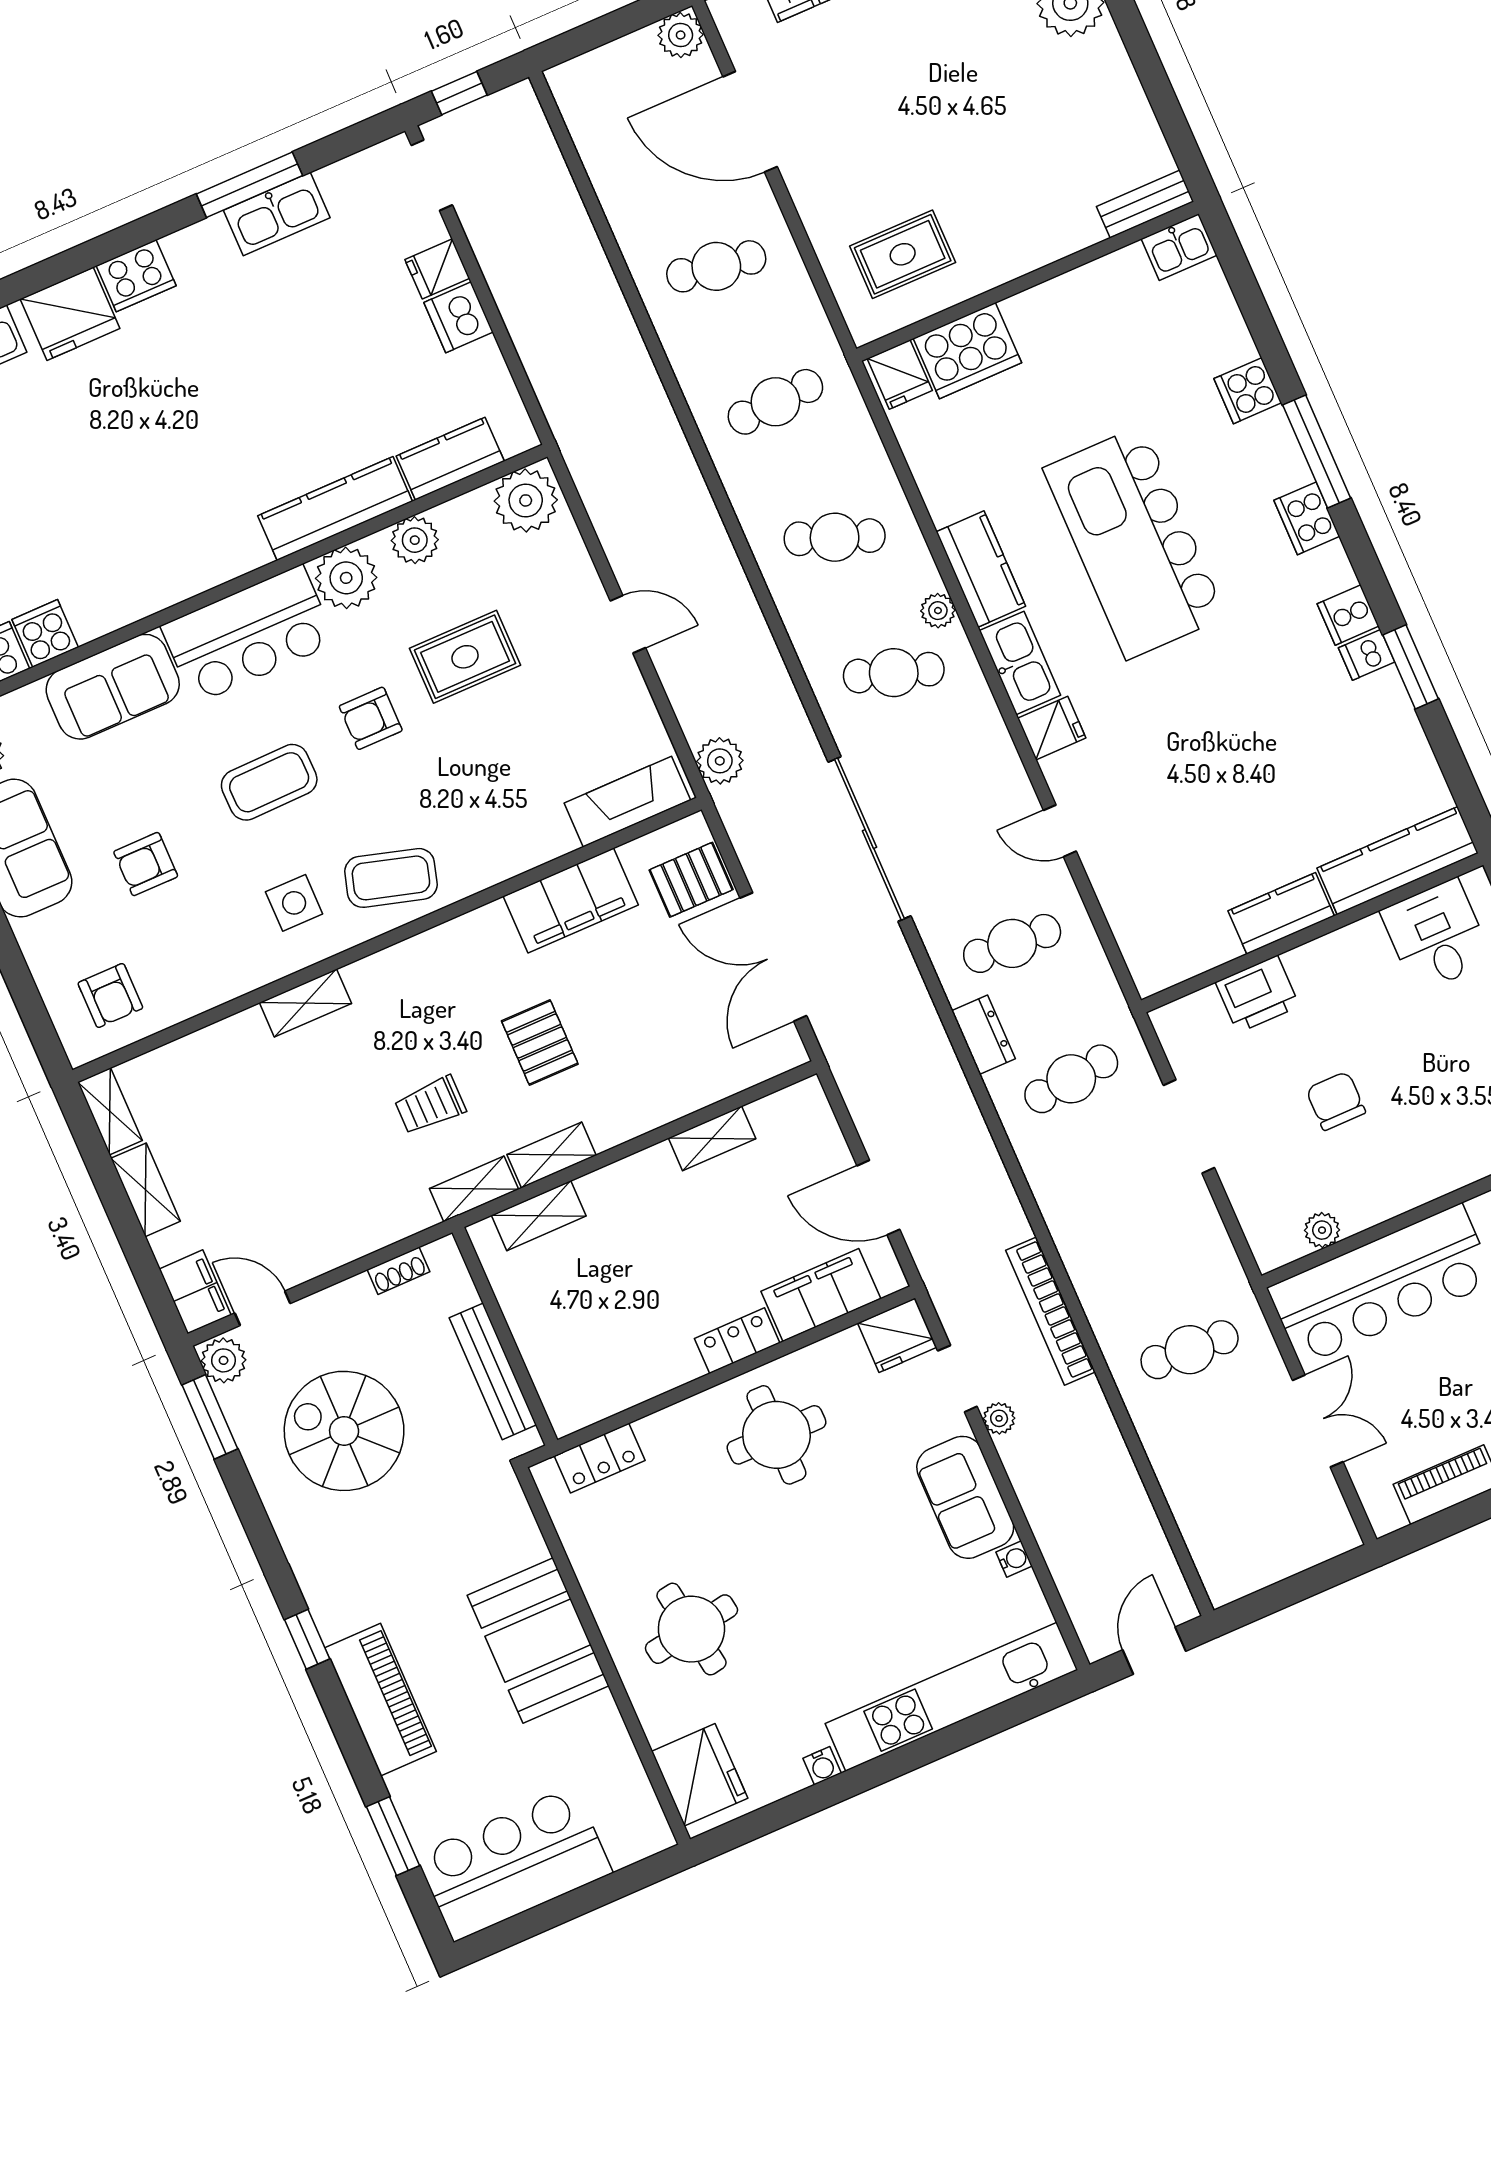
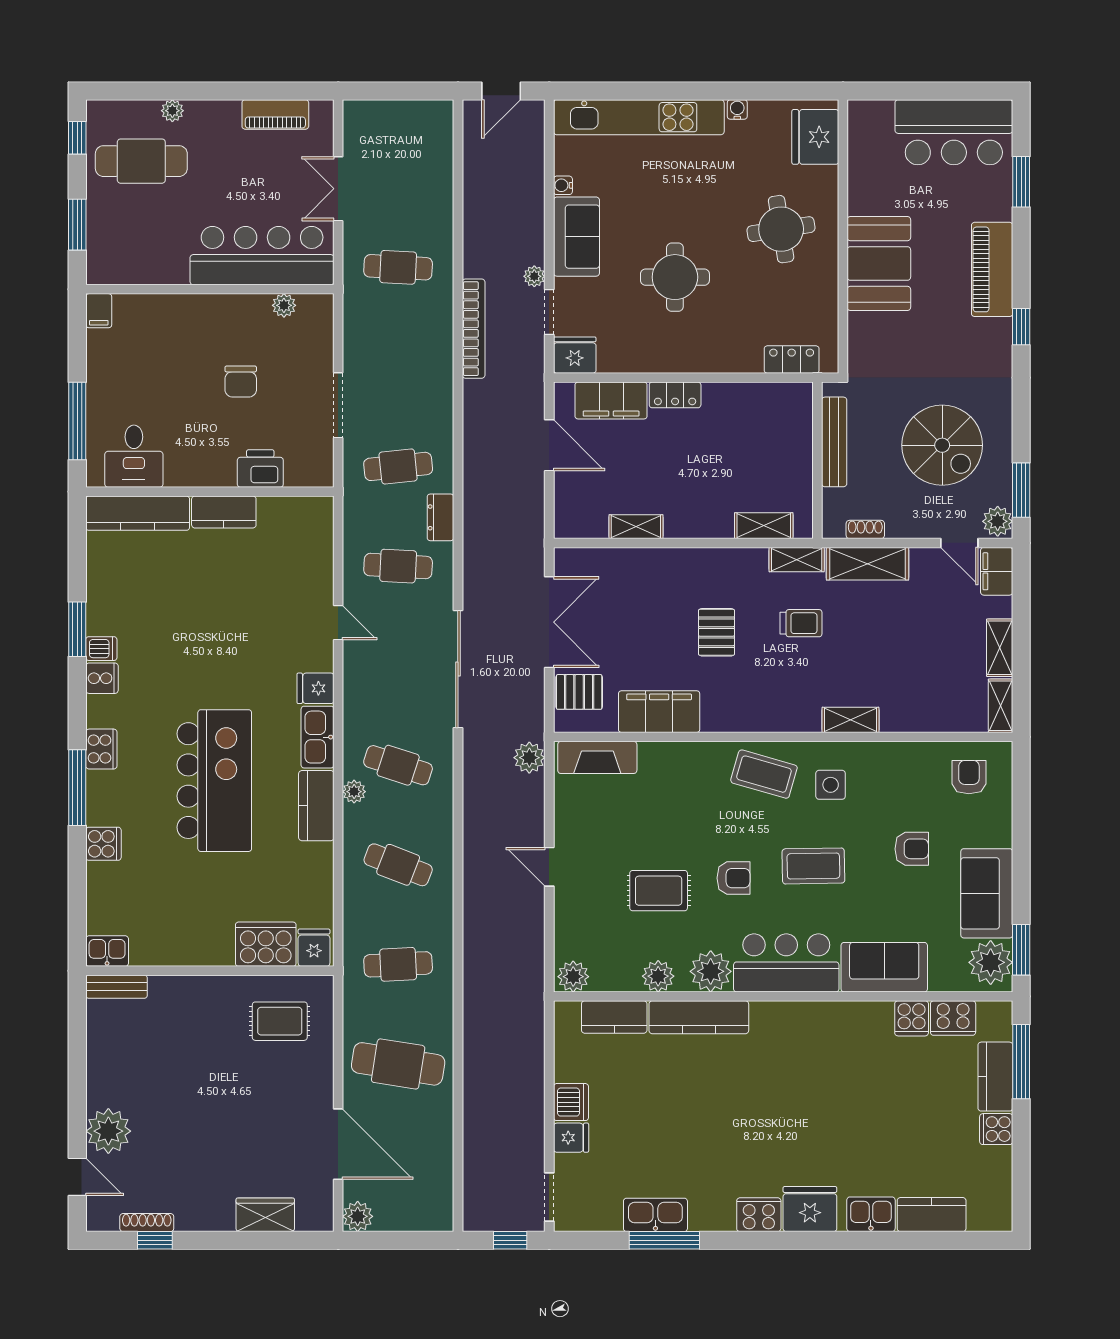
cafe table: (716, 266) -> (398, 1064), width x1.37, depth x1.35
plant: (526, 500) -> (573, 977), width x0.73, depth x0.73
shelving: (552, 1155) -> (867, 564), moved, width x1.50, depth x1.33
round table: (776, 1435) -> (675, 277), moved

